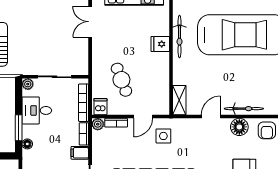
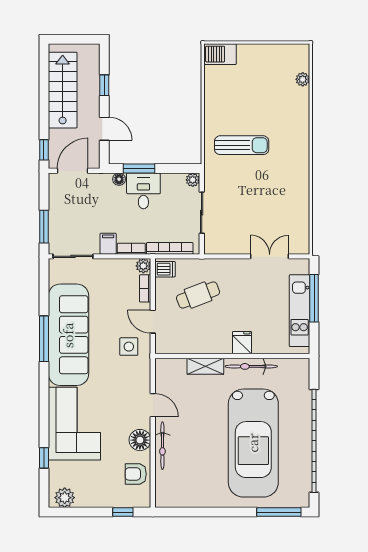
shelving: (179, 100) -> (205, 366), moved
desk: (37, 110) -> (143, 191), moved

